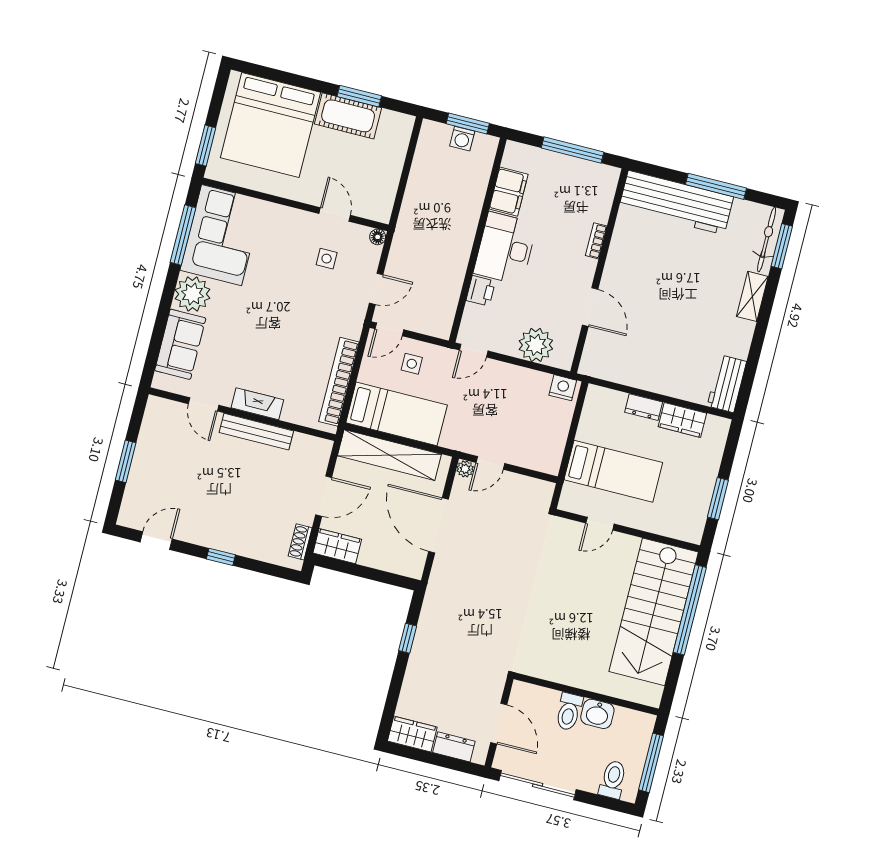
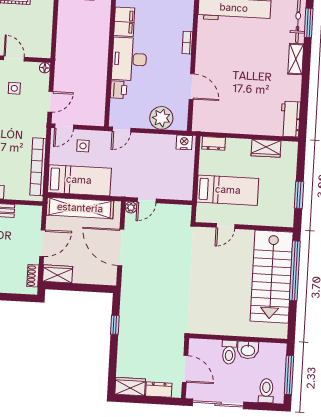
dresser: (644, 407) -> (214, 143), moved

